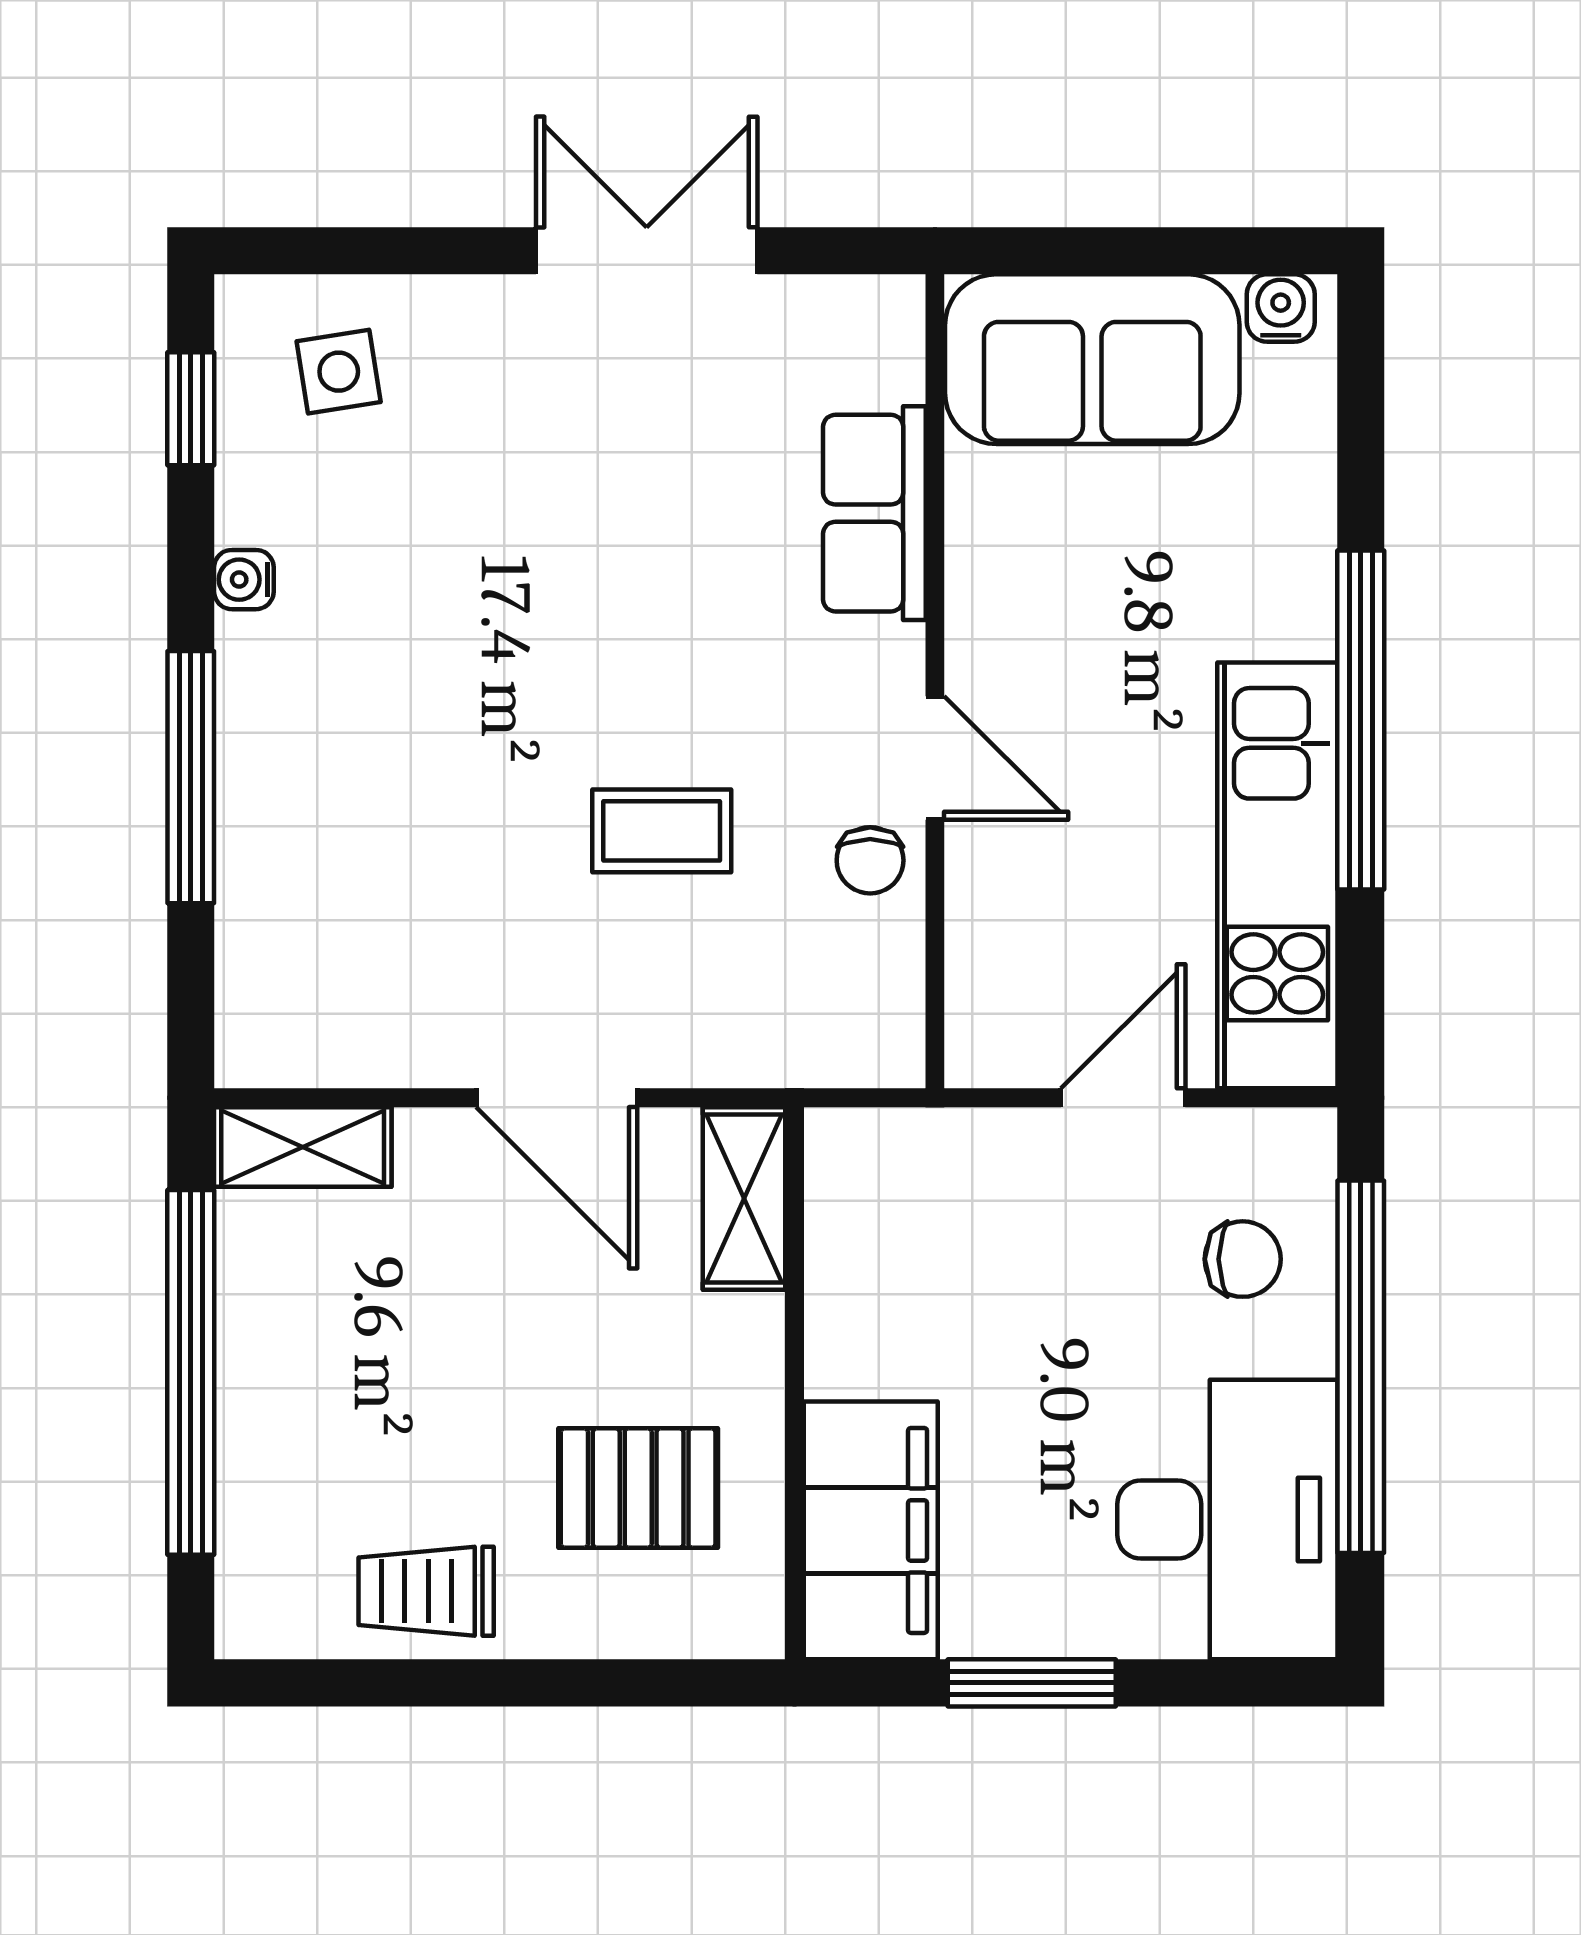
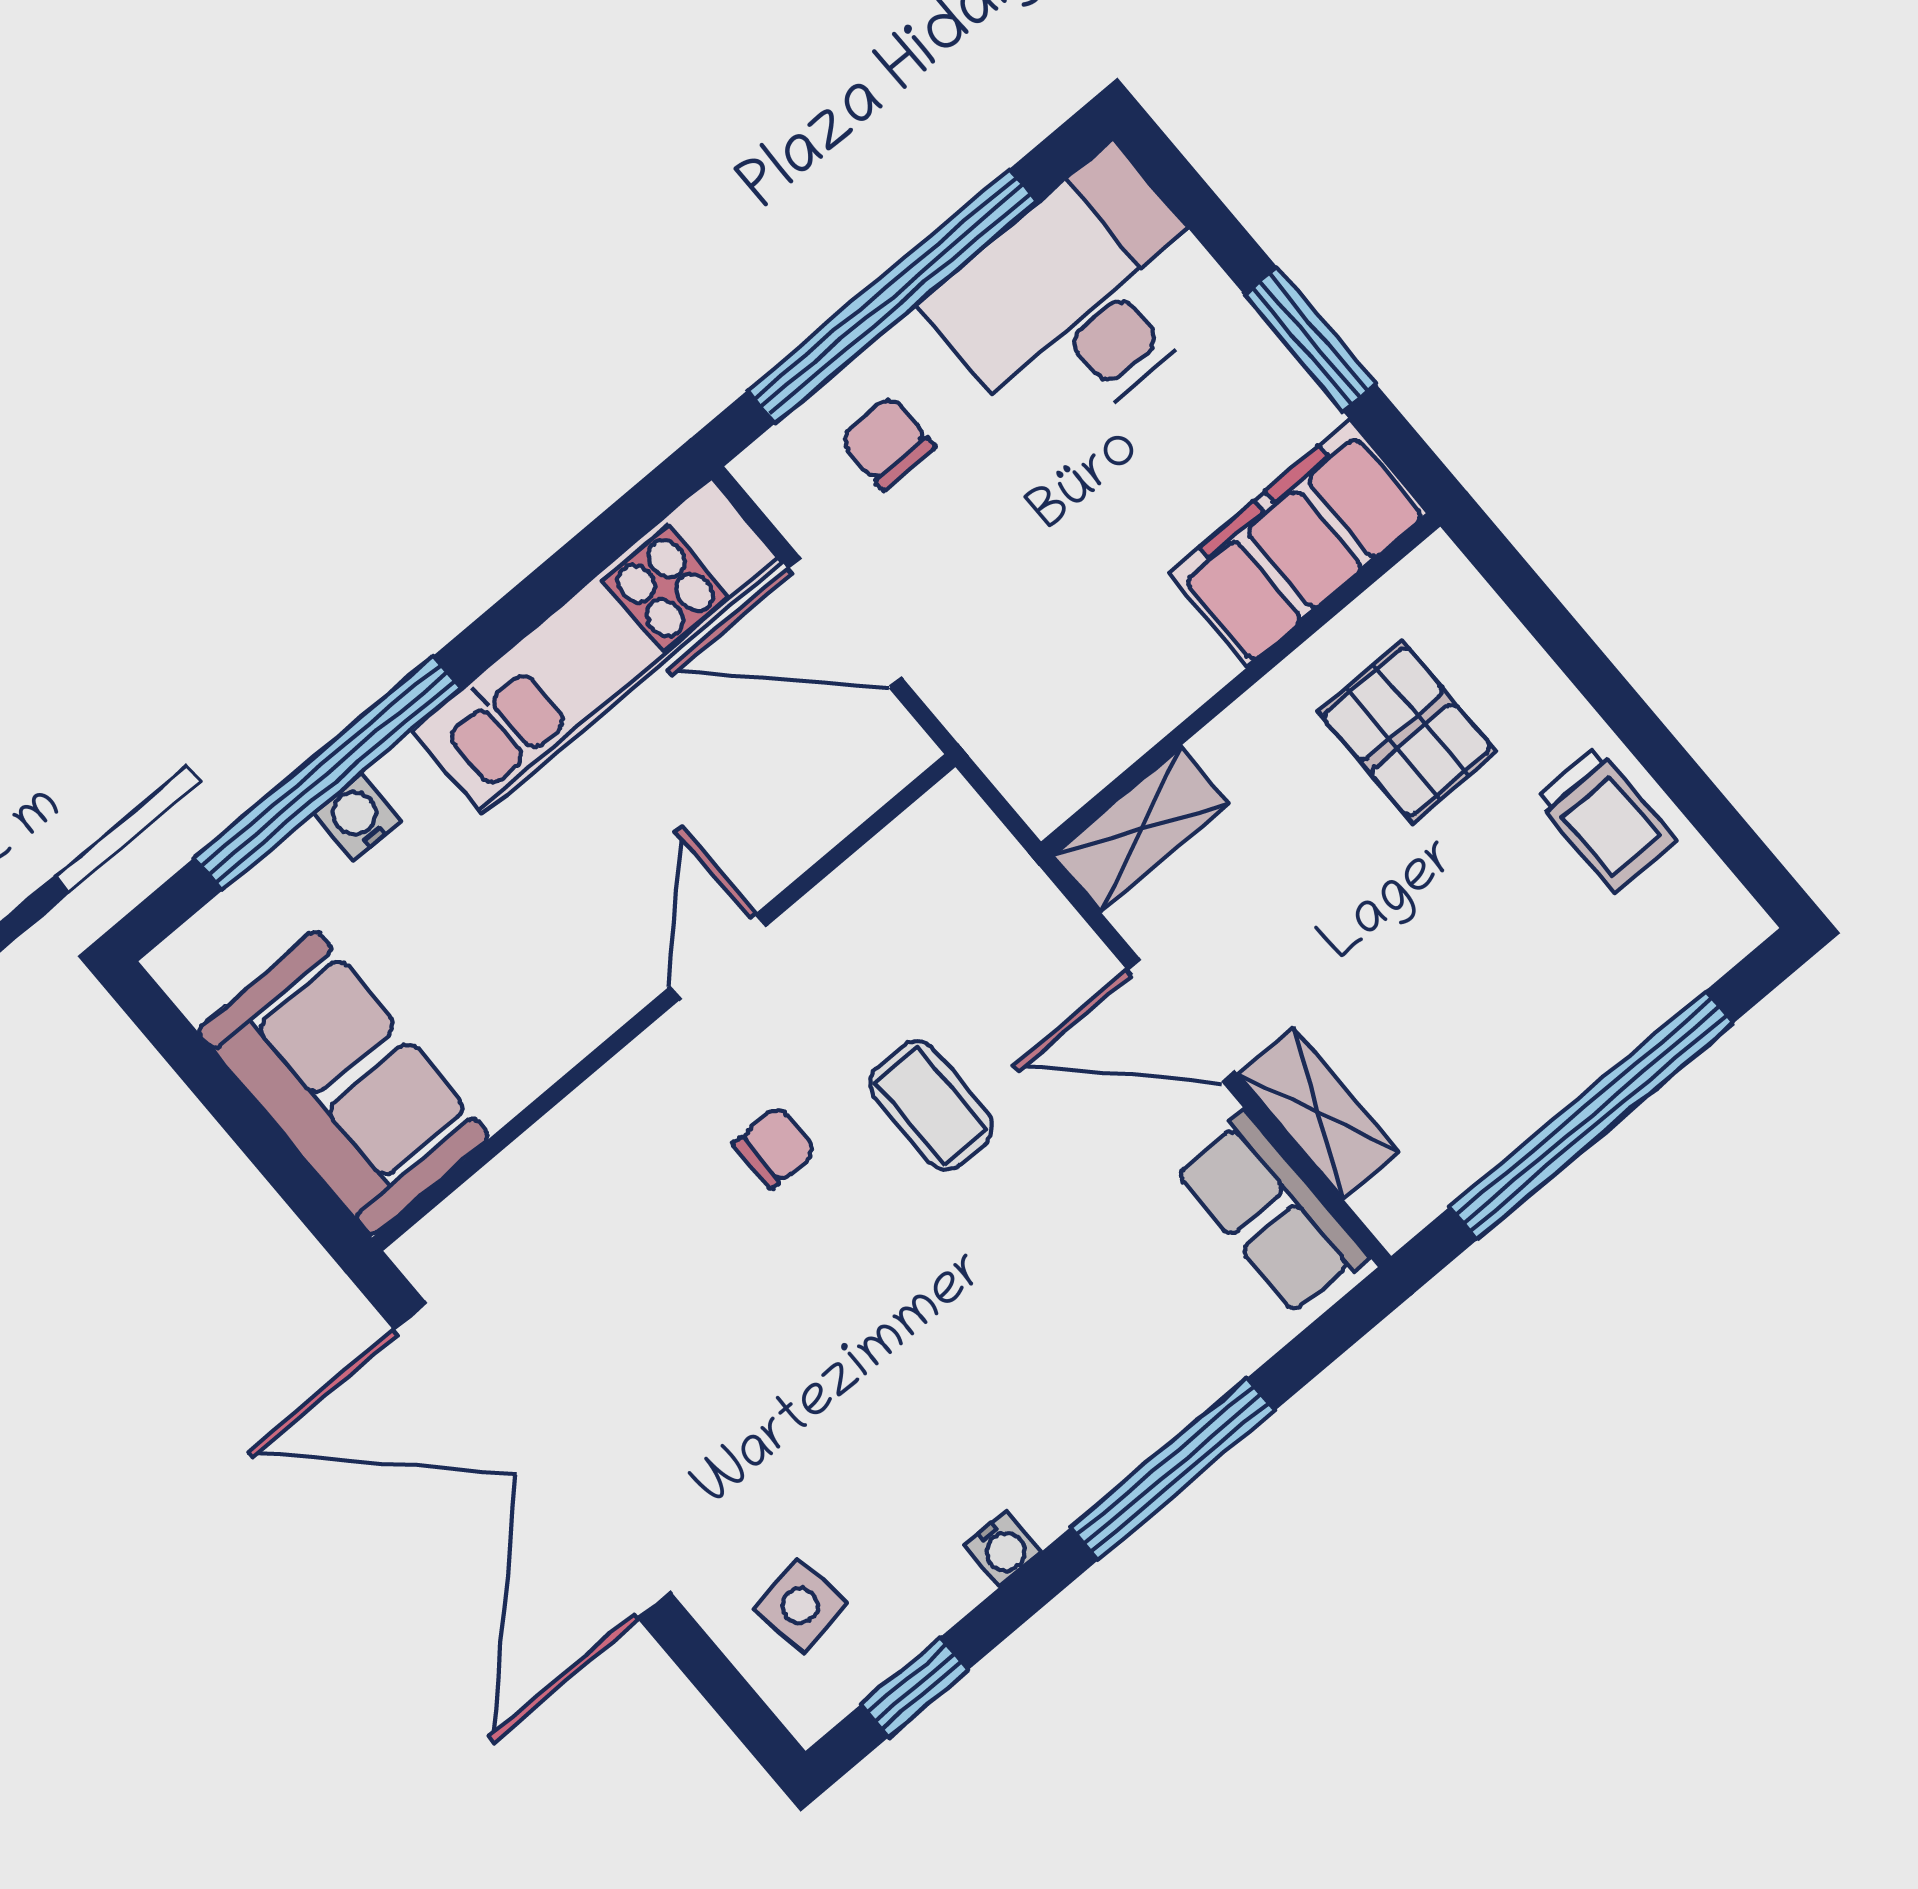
double door: (647, 251) -> (532, 1461), width x1.87
water cooler: (1281, 308) -> (357, 817), moved, turned 90
row of seats: (874, 513) -> (1271, 1213), moved, turned 90
window: (1361, 720) -> (328, 773), moved
chair: (870, 860) -> (774, 1147), moved
door: (557, 1098) -> (1181, 1021), swing flipped
door: (1123, 1098) -> (845, 623), width x1.38
shelving: (303, 1147) -> (1318, 1113), moved

